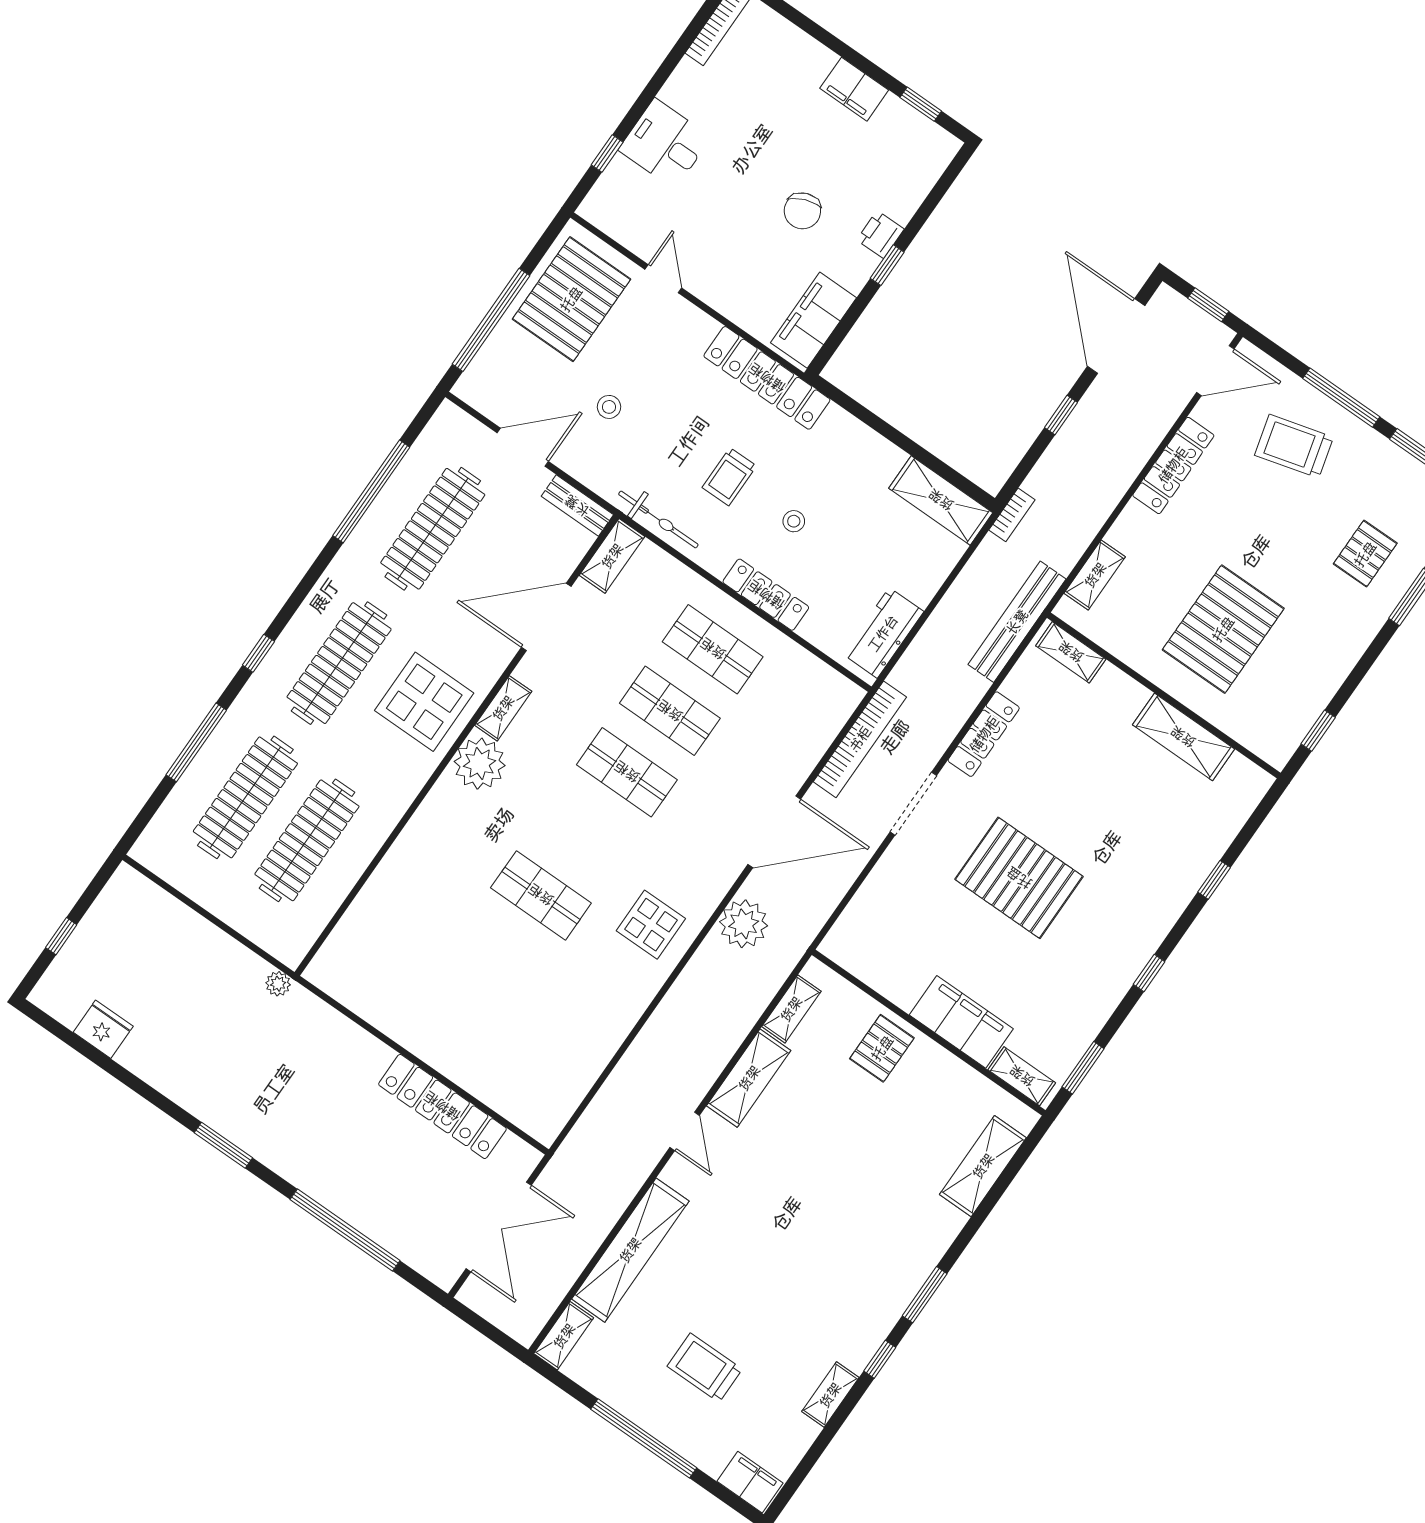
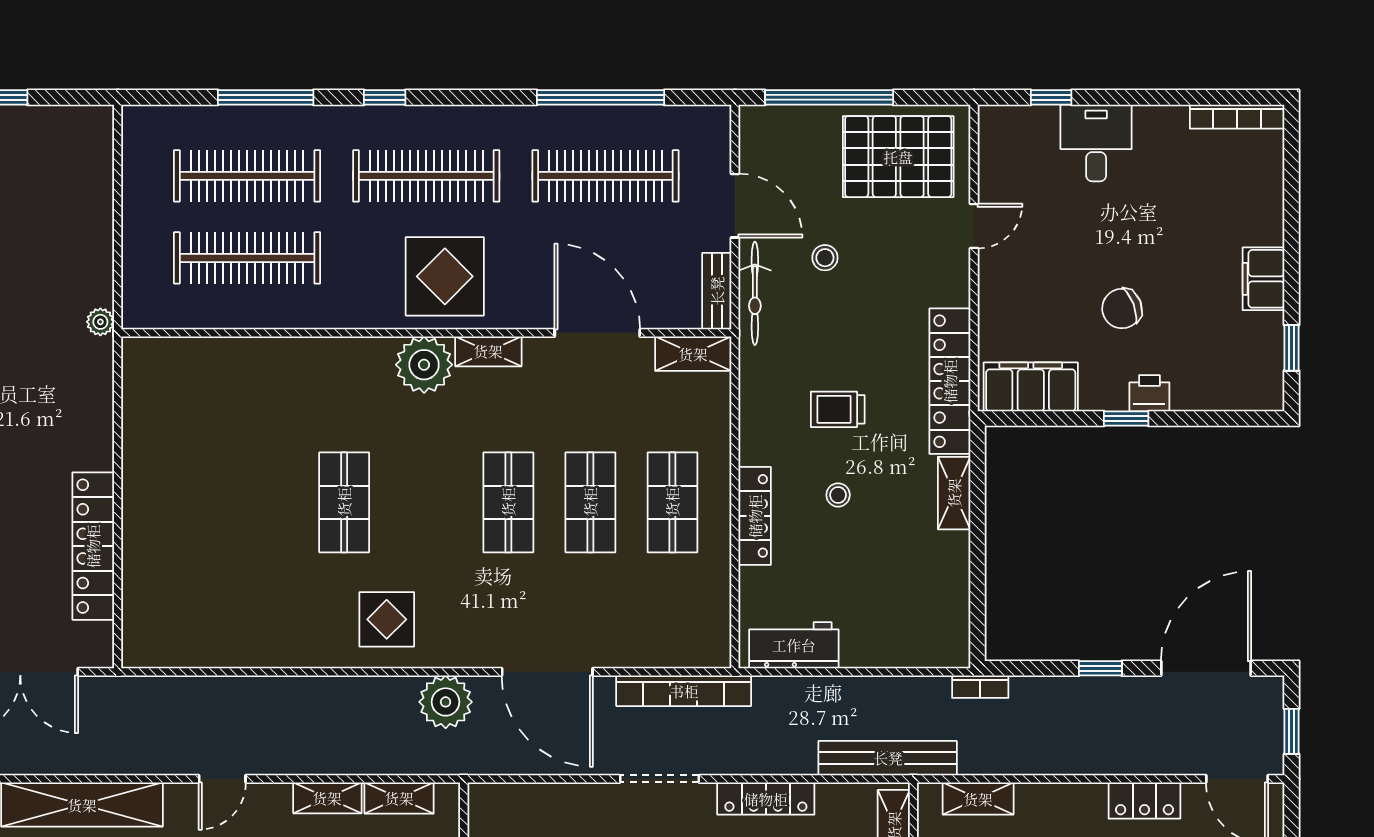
locker: (1173, 465) -> (1144, 801), width x0.66
shelving: (941, 500) -> (954, 493), moved, width x0.67, depth x0.75
bicycle: (658, 519) -> (755, 293), moved
shelving: (749, 1078) -> (327, 798), width x0.67, depth x0.75

